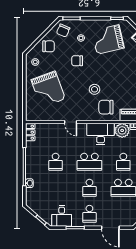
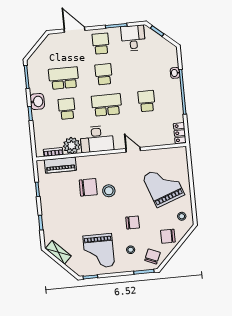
grand piano: (108, 39) -> (99, 251), turned 103
chair: (106, 107) -> (88, 187), moved

